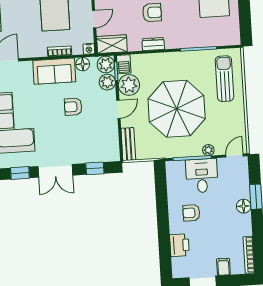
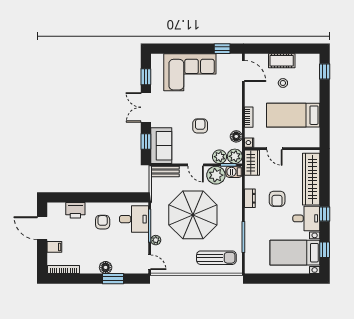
stool: (18, 14) -> (283, 83), added
sofa: (54, 71) -> (161, 146), moved, turned 180
desk: (202, 176) -> (134, 219), moved

